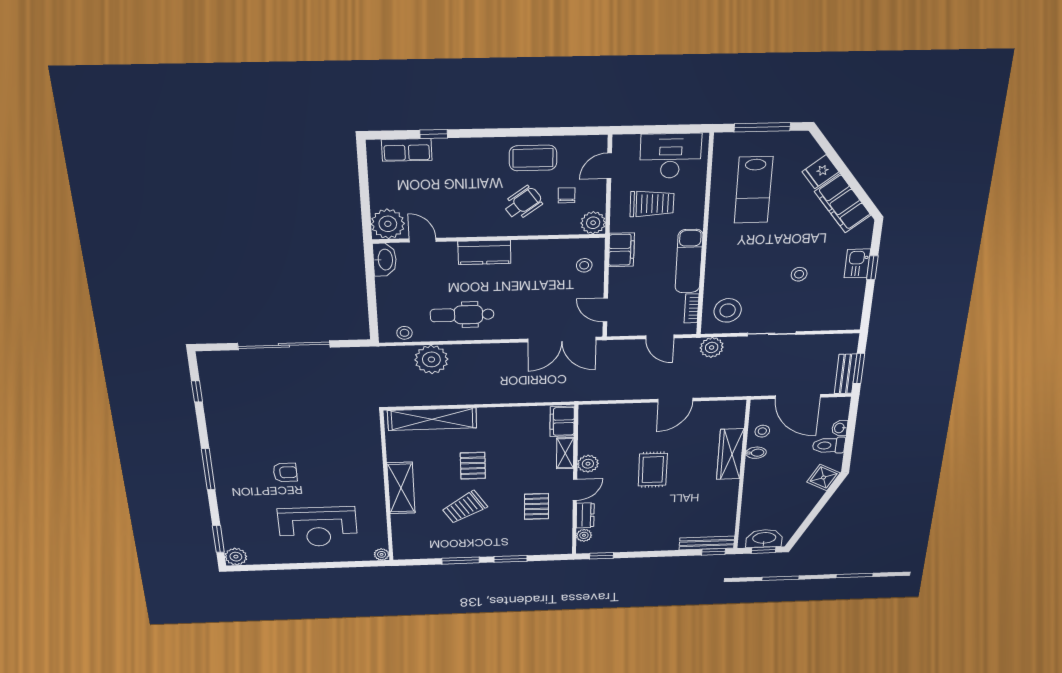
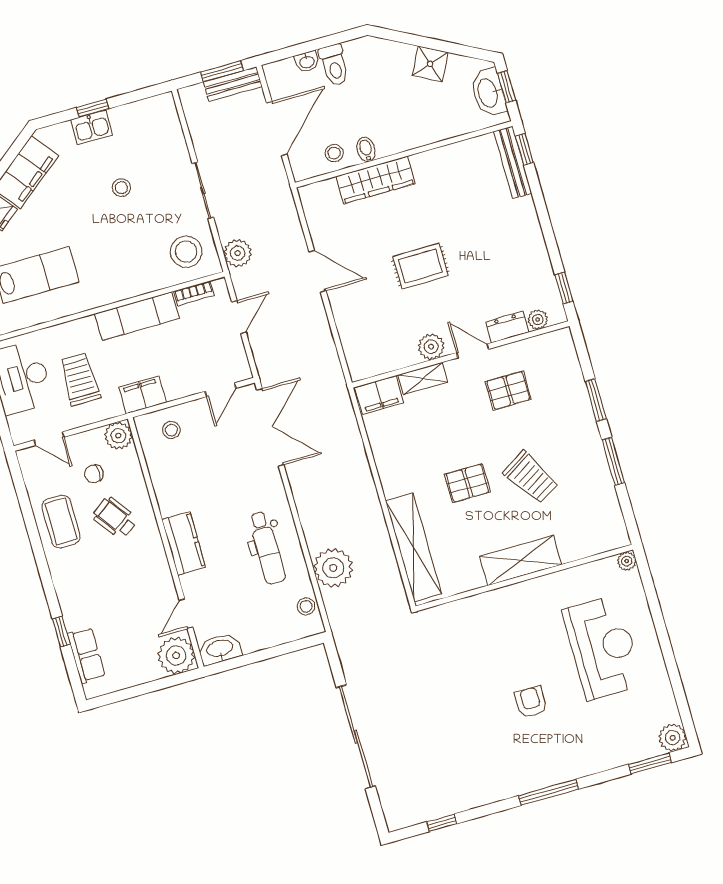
shower: (823, 477) -> (430, 64), moved

